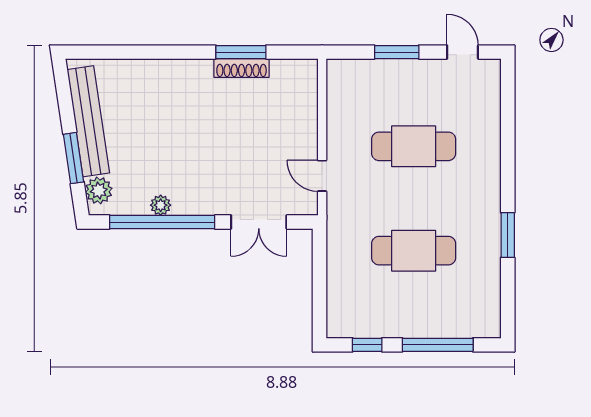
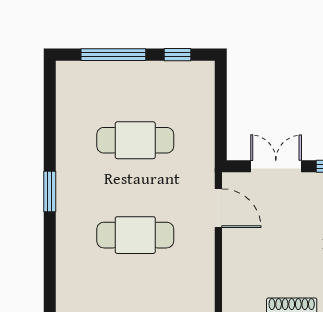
door: (322, 176) -> (218, 208), width x1.38
window: (508, 235) -> (50, 191), moved

